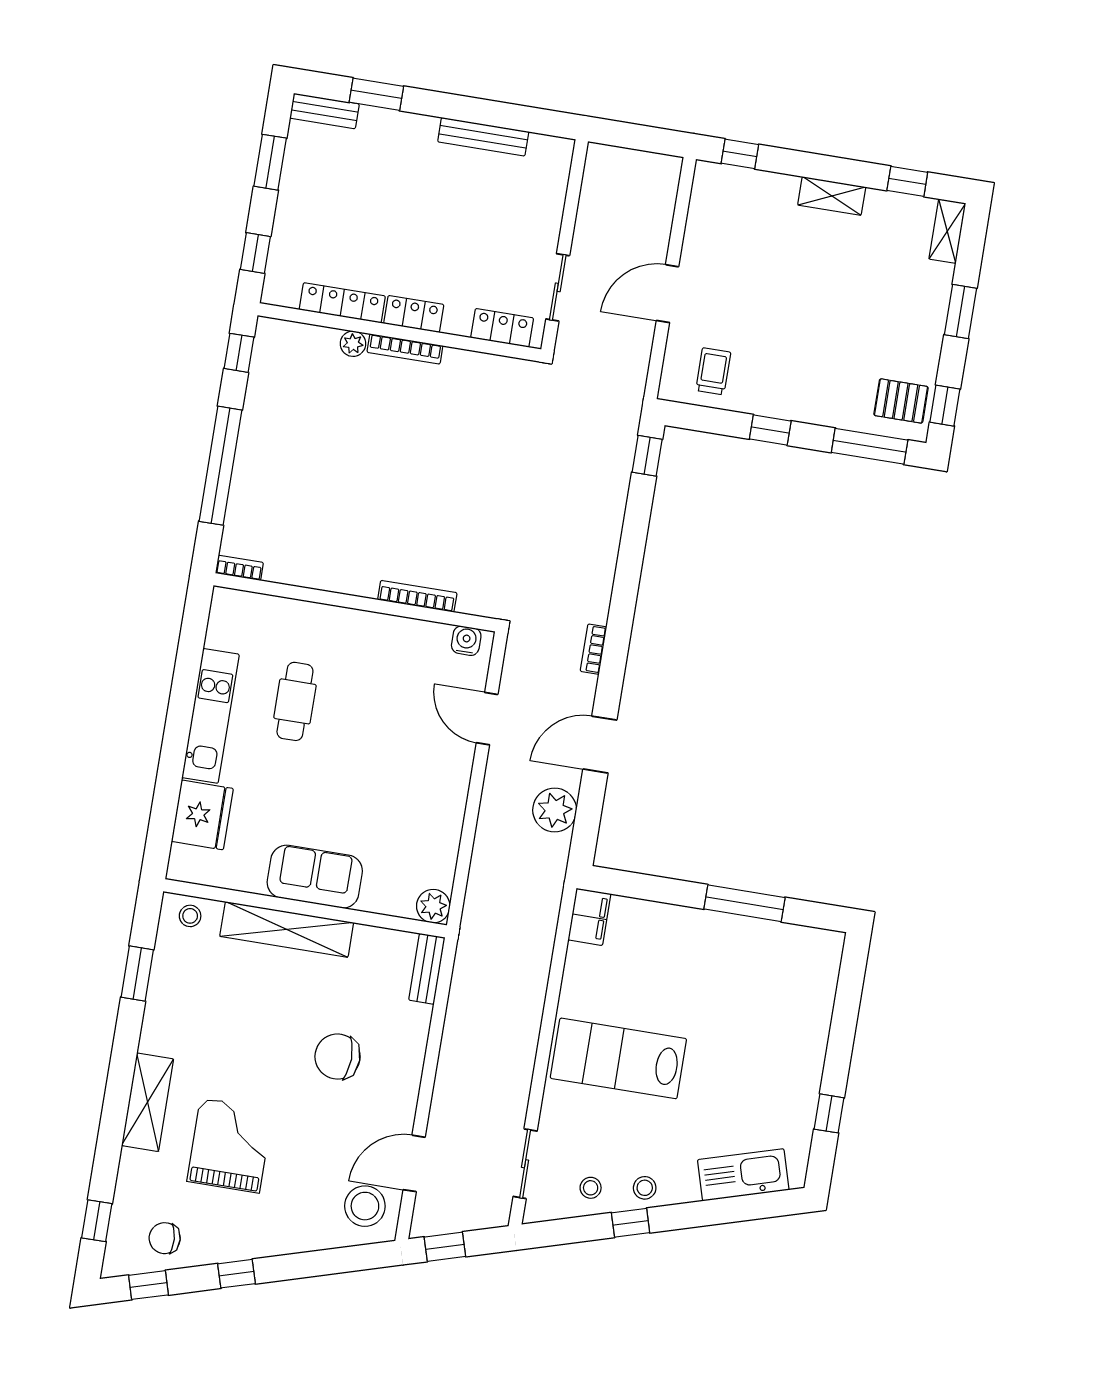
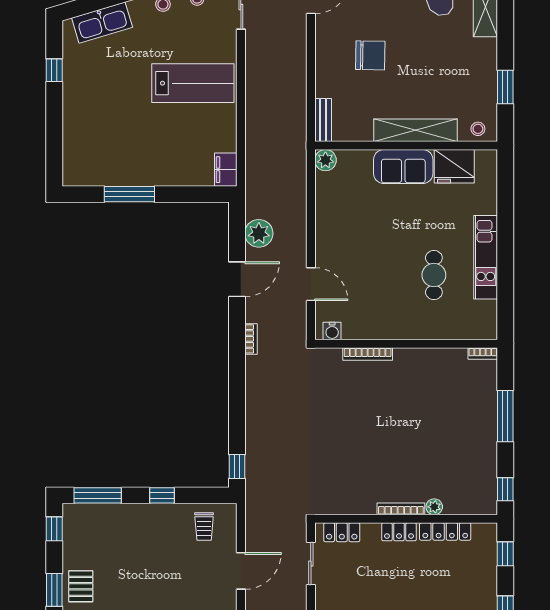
pallet: (901, 401) -> (81, 586), moved, turned 90
window: (220, 466) -> (505, 416), width x0.68
fridge: (202, 815) -> (454, 166), moved, turned -90

